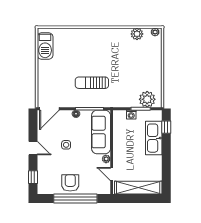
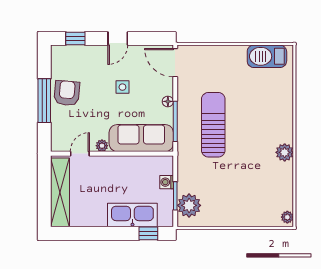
plant: (137, 34) -> (285, 152), moved
sun lounger: (92, 83) -> (213, 125), width x1.36, depth x1.34
armchair: (70, 183) -> (67, 93), turned -85
window: (75, 198) -> (44, 101), width x0.68

